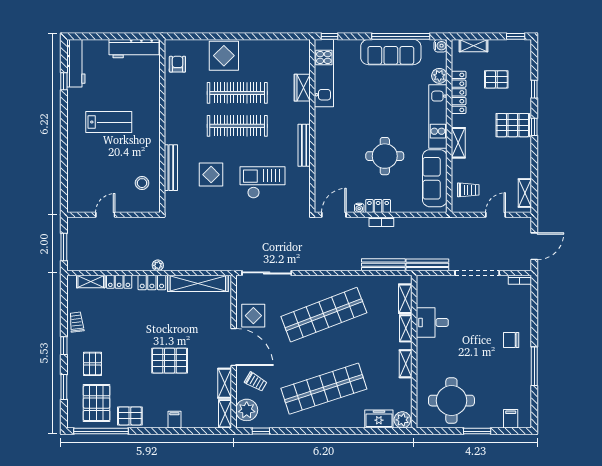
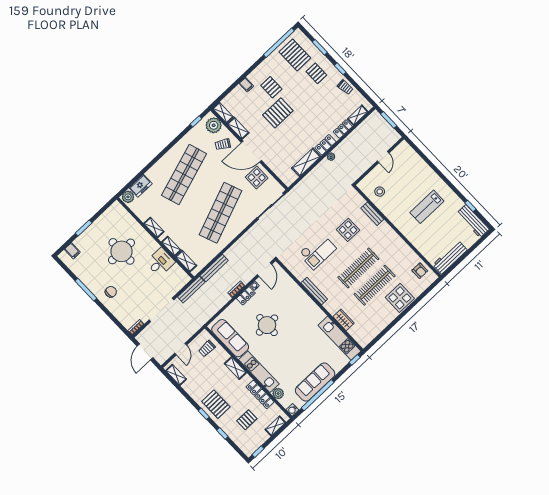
pallet: (513, 125) -> (216, 404), turned 90
bench: (171, 168) -> (372, 214), width x0.73
shelving: (198, 283) -> (306, 162), width x0.68
round table: (451, 401) -> (121, 251), moved
pallet: (130, 416) -> (271, 87), moved, turned 90

